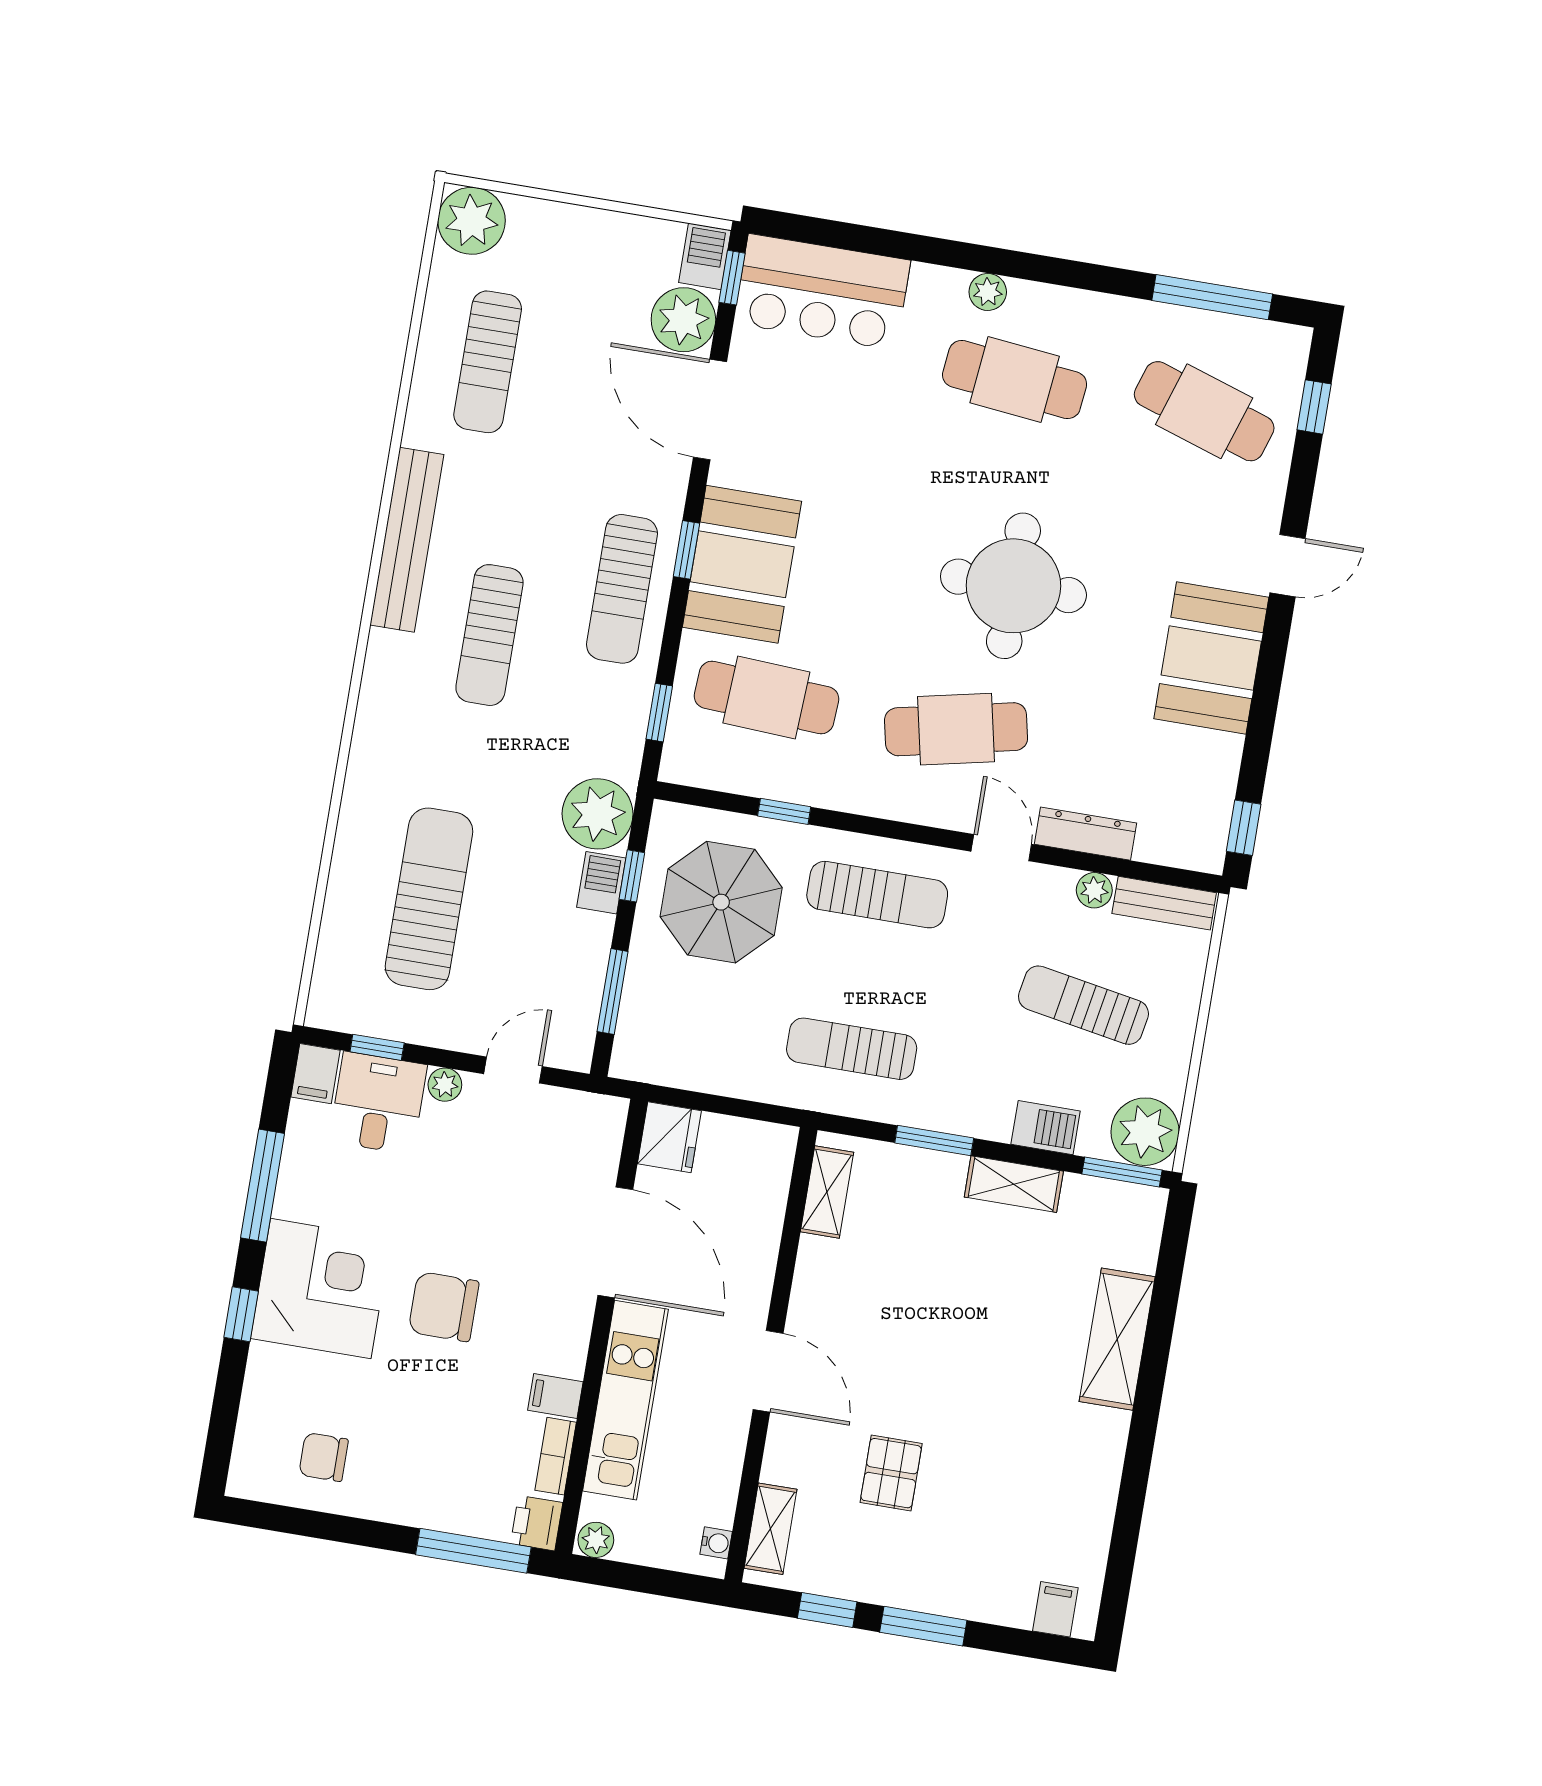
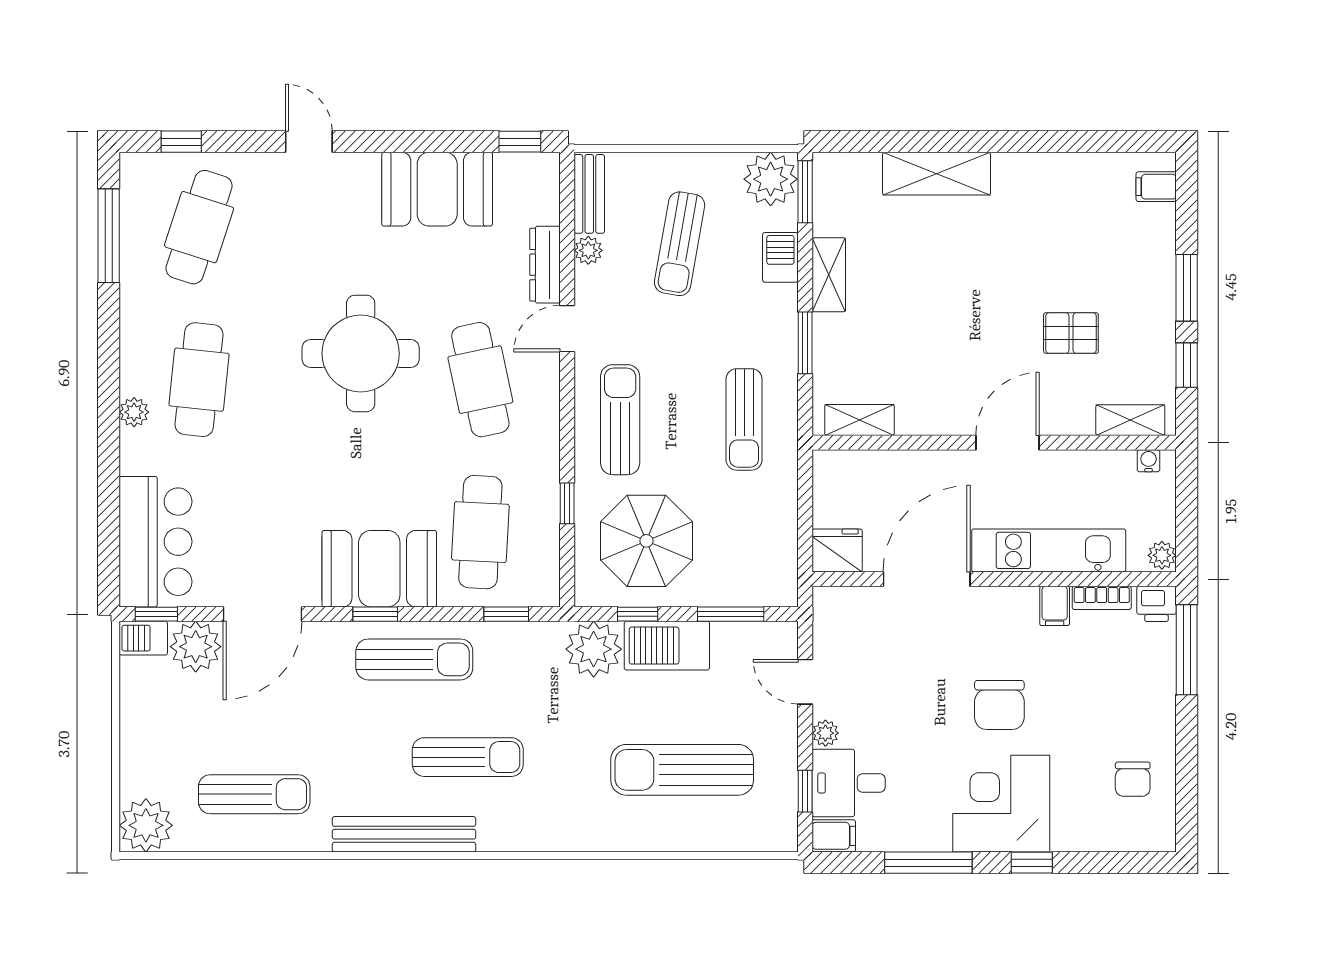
booth: (1211, 658) -> (437, 189), moved
barbecue: (601, 883) -> (667, 646), width x1.88, depth x1.53

